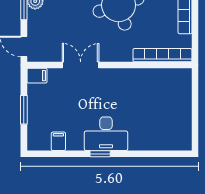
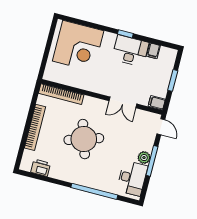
corner desk: (157, 123) -> (78, 46), added
desk: (106, 134) -> (130, 51), moved

